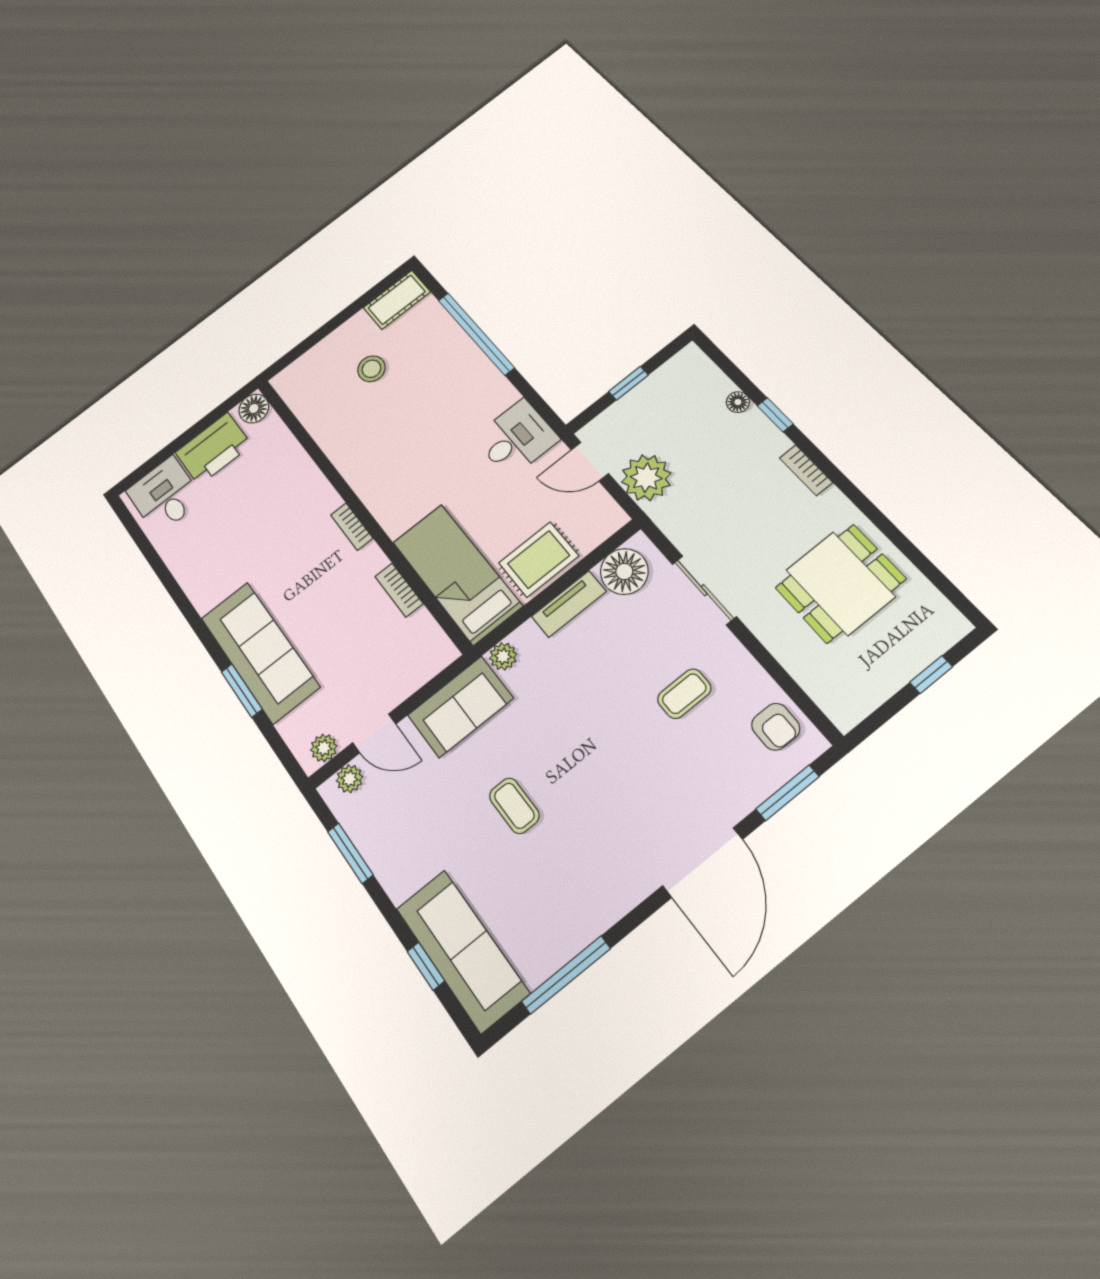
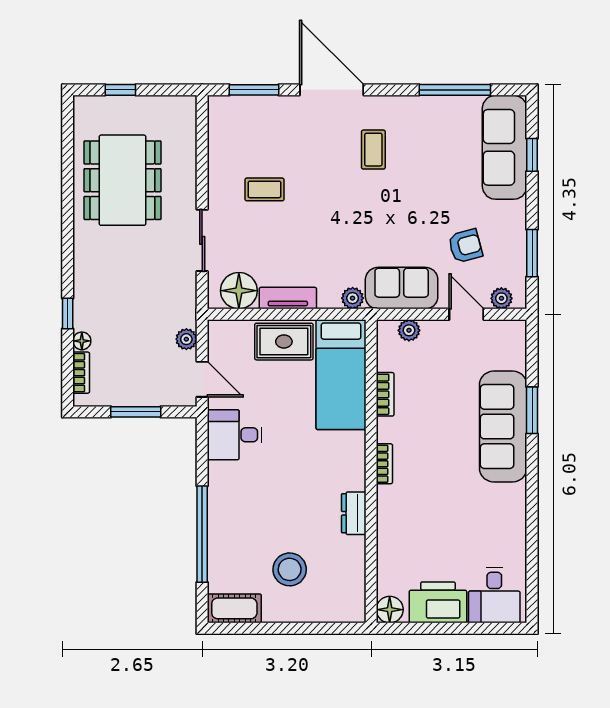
stool: (371, 369) -> (290, 569), width x1.38, depth x1.38
window: (628, 383) -> (136, 412), width x1.50
dresser: (348, 461) -> (354, 513), added
bookcase: (806, 470) -> (81, 373), moved
plant: (646, 478) -> (186, 339), width x0.53, depth x0.53
dining table: (840, 583) -> (122, 180), width x1.37
armchair: (776, 727) -> (465, 246), moved, turned 74
plant: (324, 748) -> (409, 330), moved
coffee table: (514, 806) -> (373, 150), moved
door: (703, 863) -> (332, 90), hinge flipped

